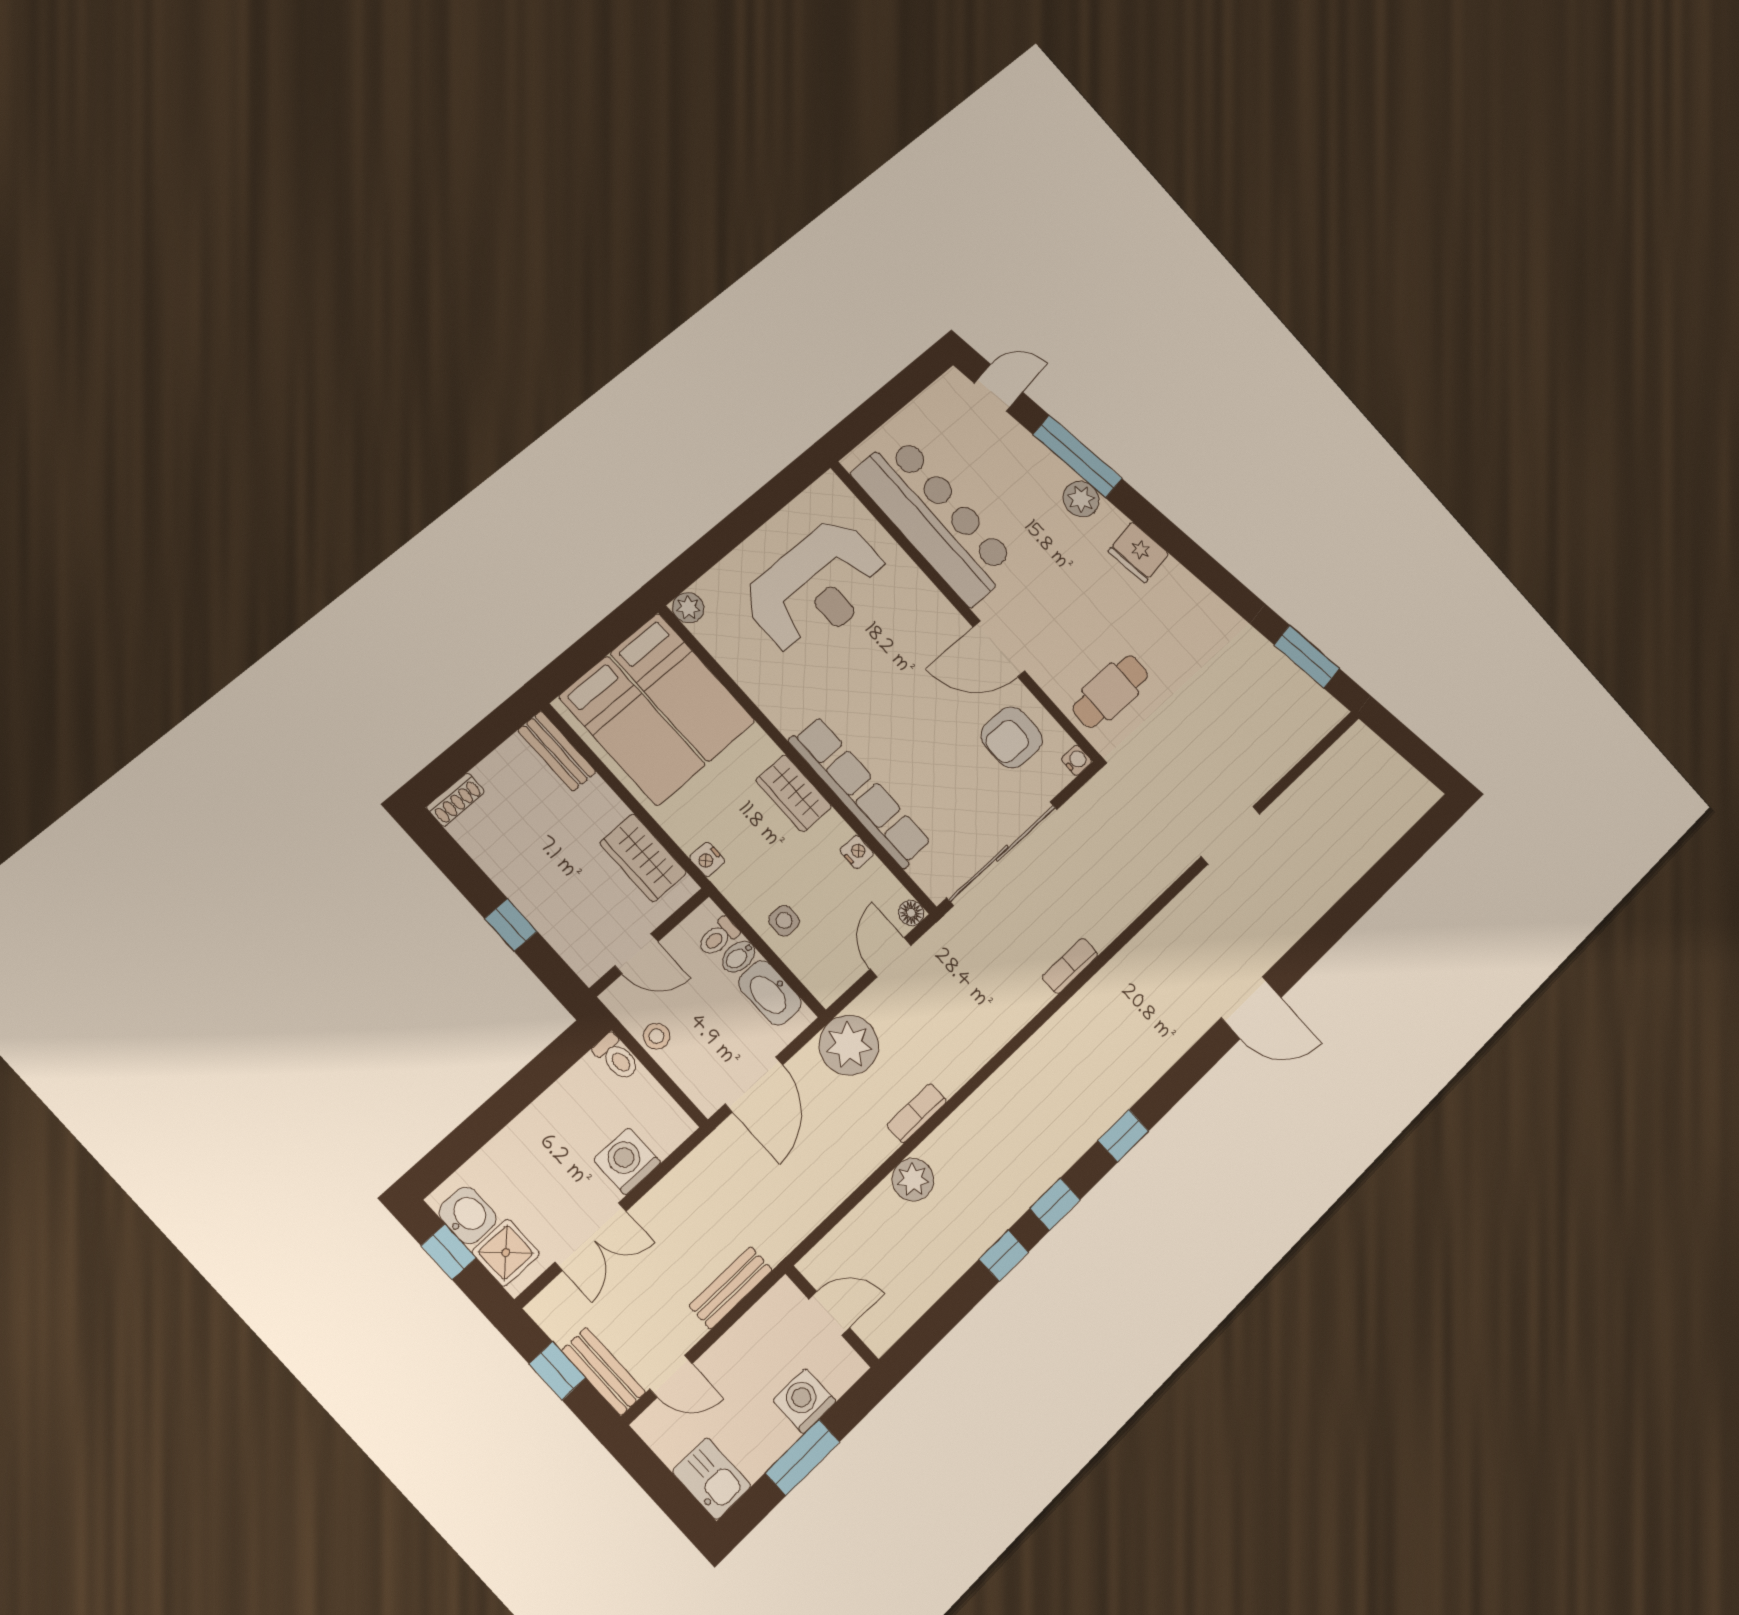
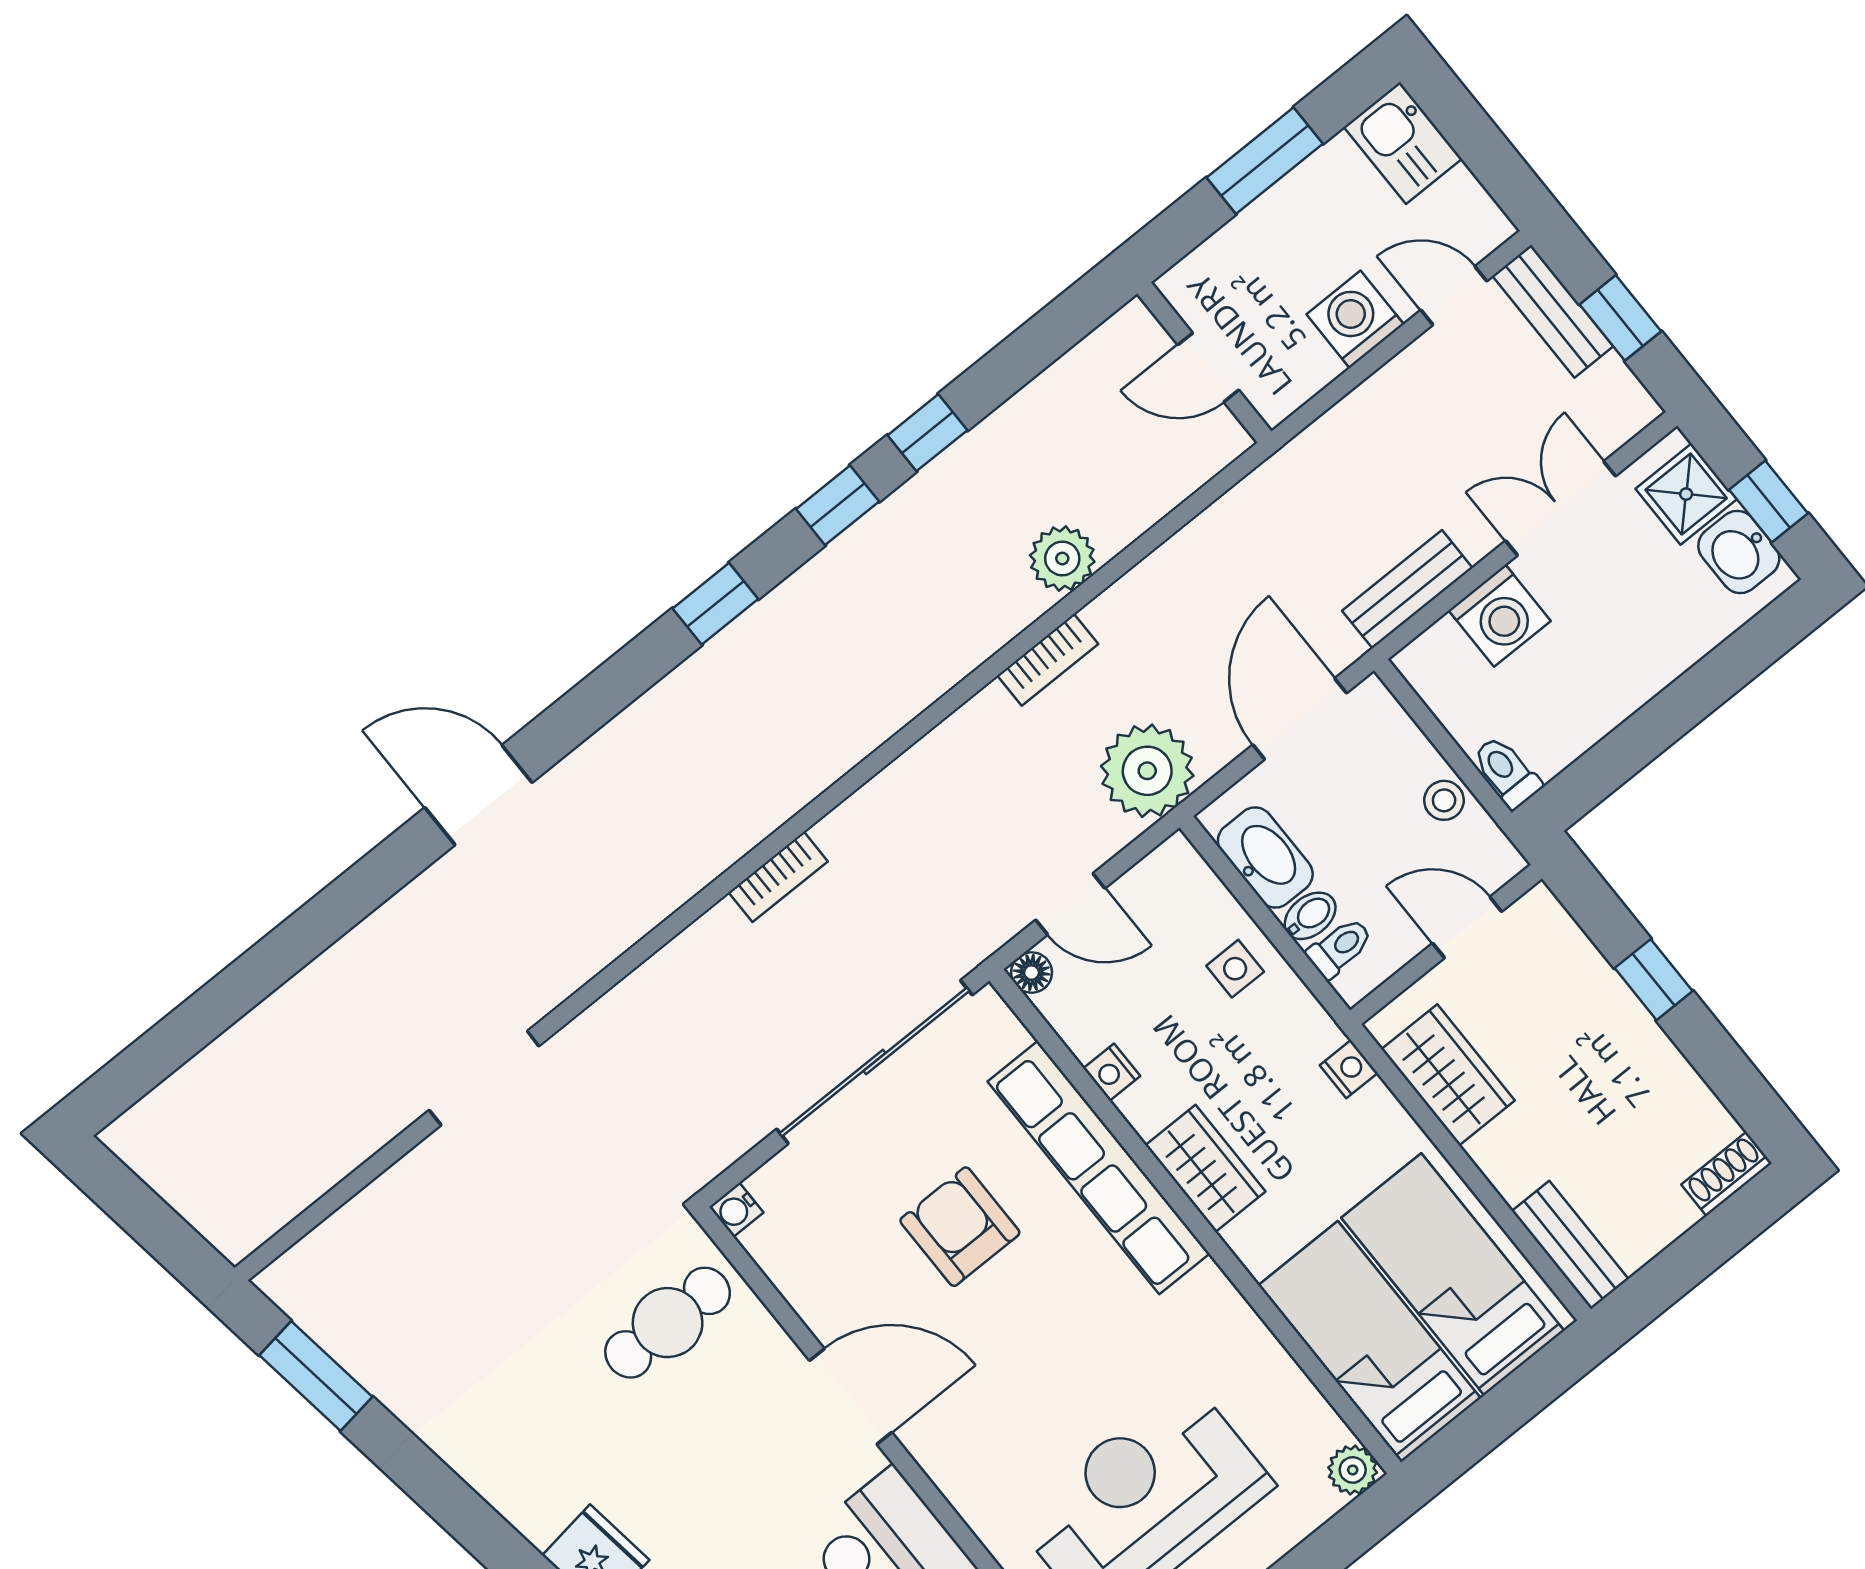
armchair: (1012, 737) -> (960, 1227), moved, turned -90
door: (891, 957) -> (1070, 904), hinge flipped
bench: (731, 1288) -> (1407, 589), moved
washing machine: (804, 1401) -> (1355, 319), moved, turned 180

